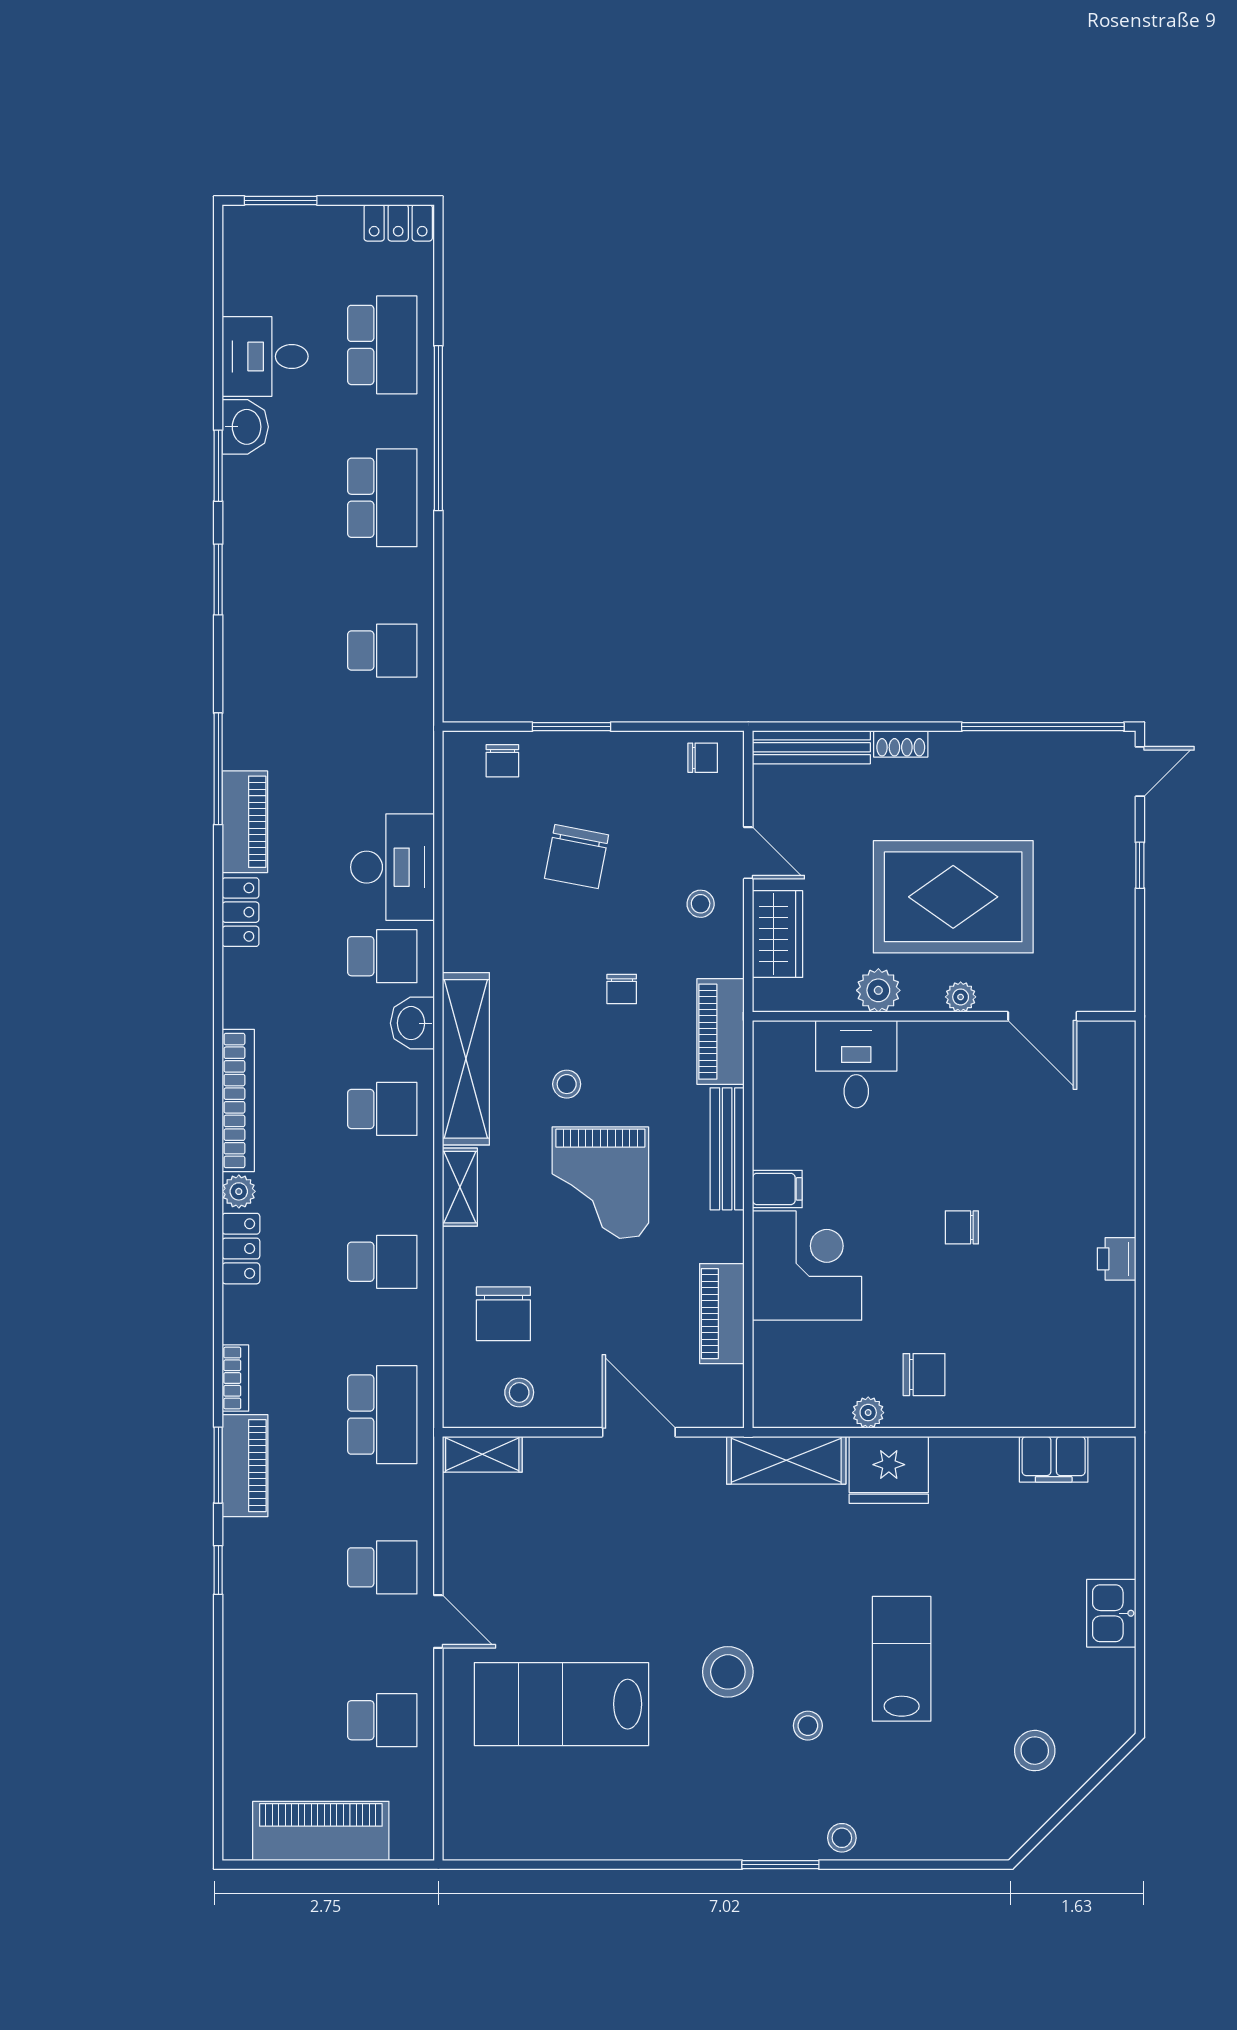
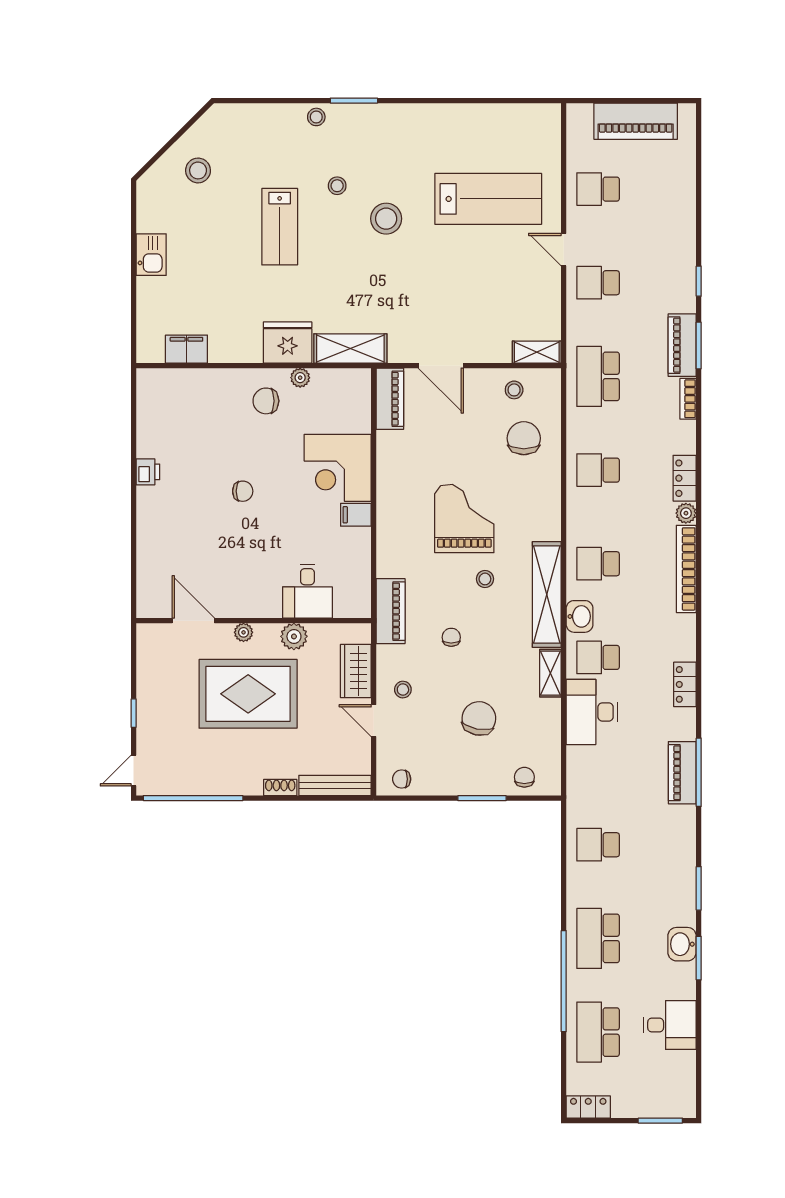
washbasin: (245, 427) -> (682, 944), moved
piano: (245, 822) -> (682, 773), moved
bench: (727, 1149) -> (387, 539), removed
shelving: (460, 1187) -> (550, 673), moved
piano: (722, 1314) -> (390, 399), moved

